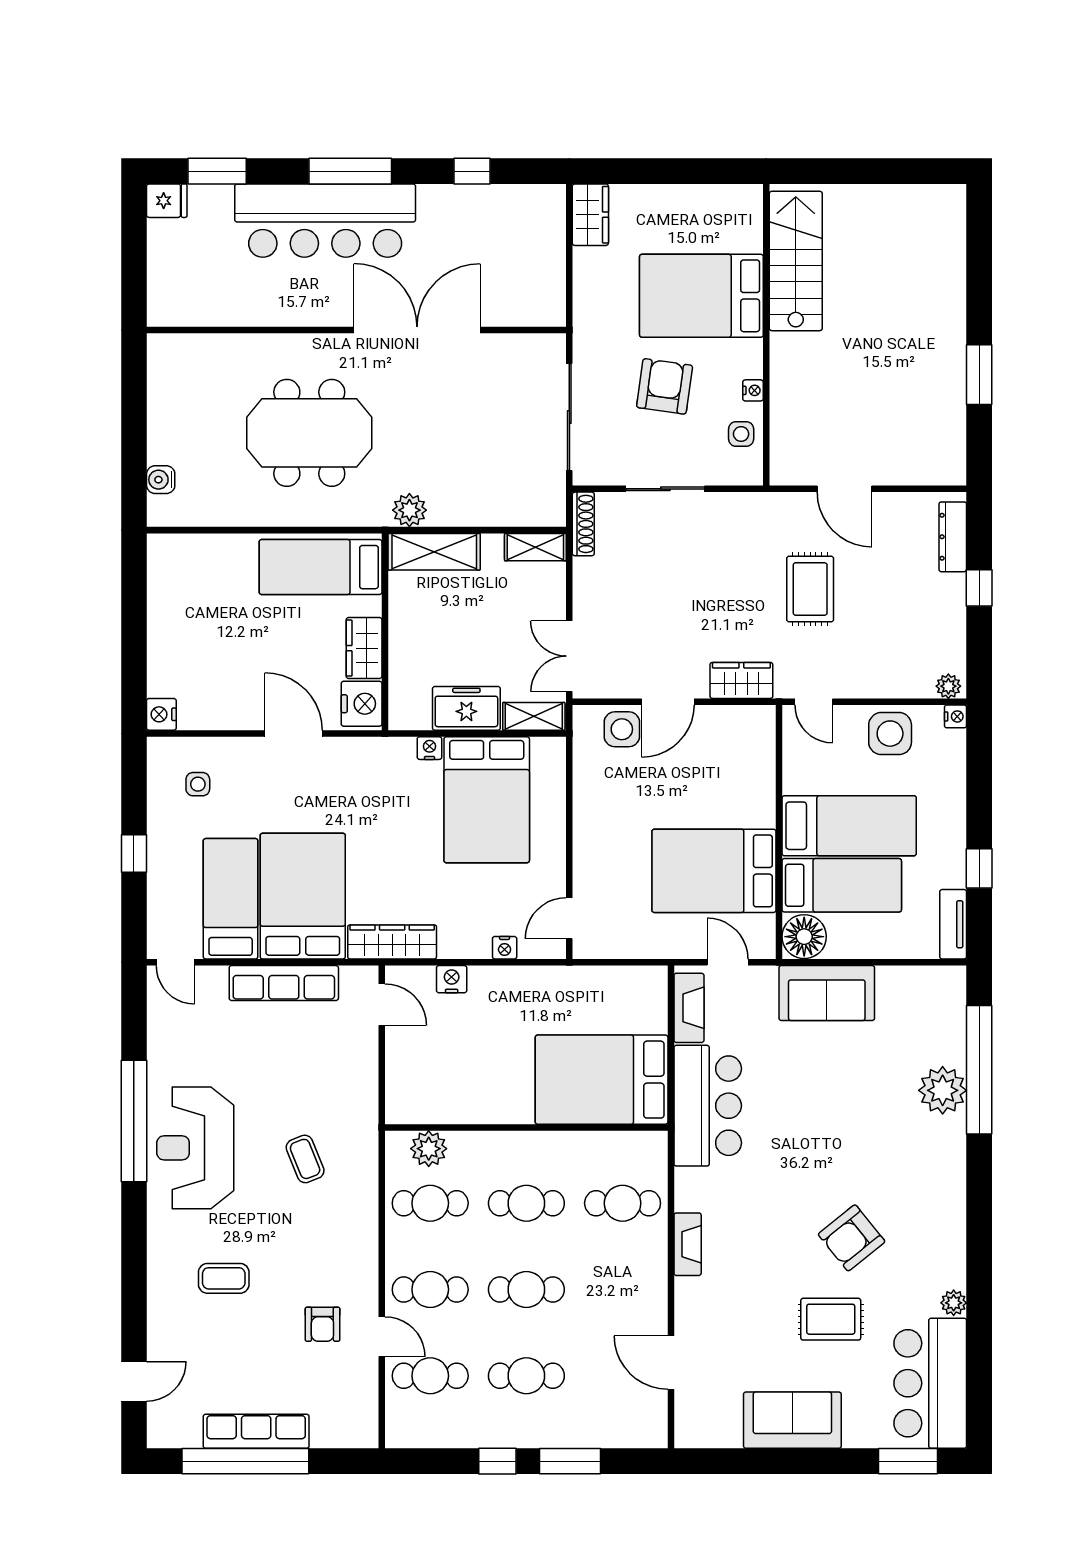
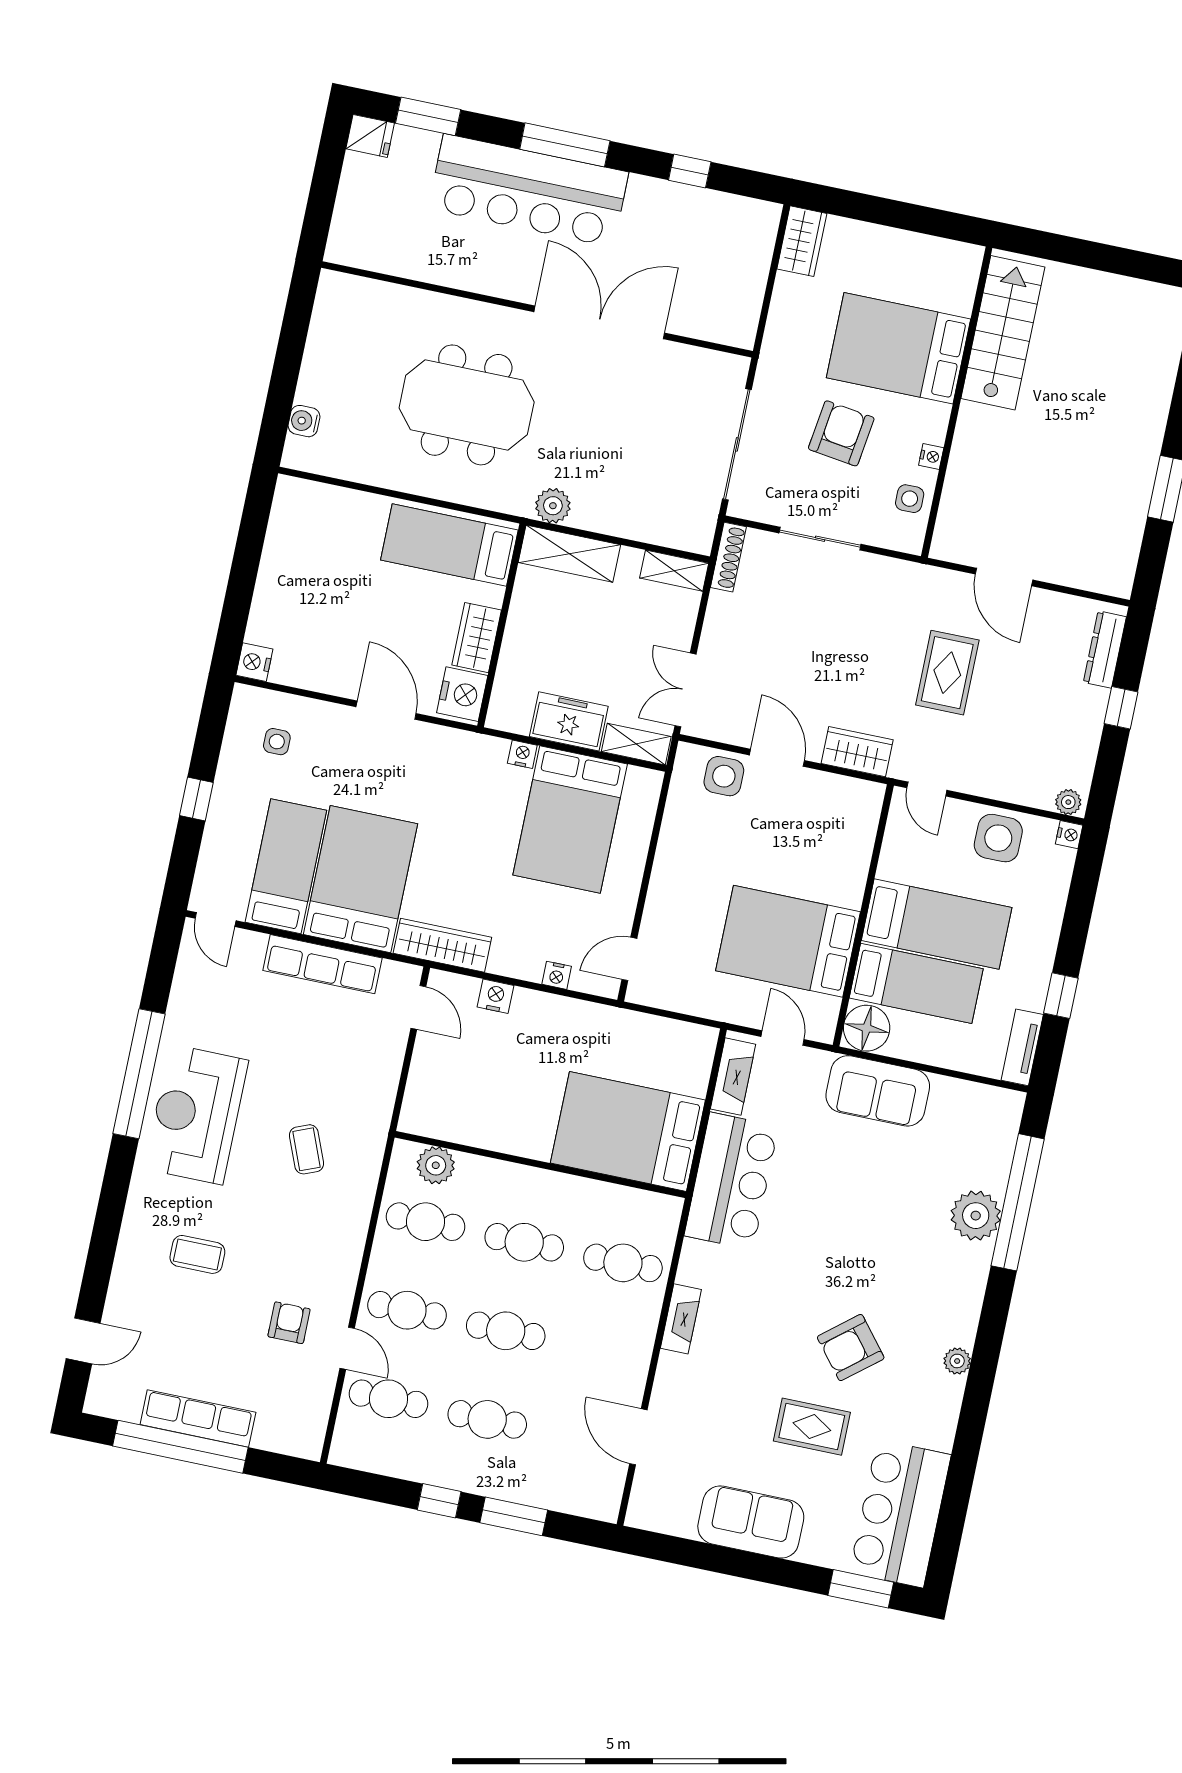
door: (668, 702) -> (777, 758), swing flipped
plant: (954, 1303) -> (957, 1361), moved
armchair: (322, 1324) -> (289, 1323), turned 180

